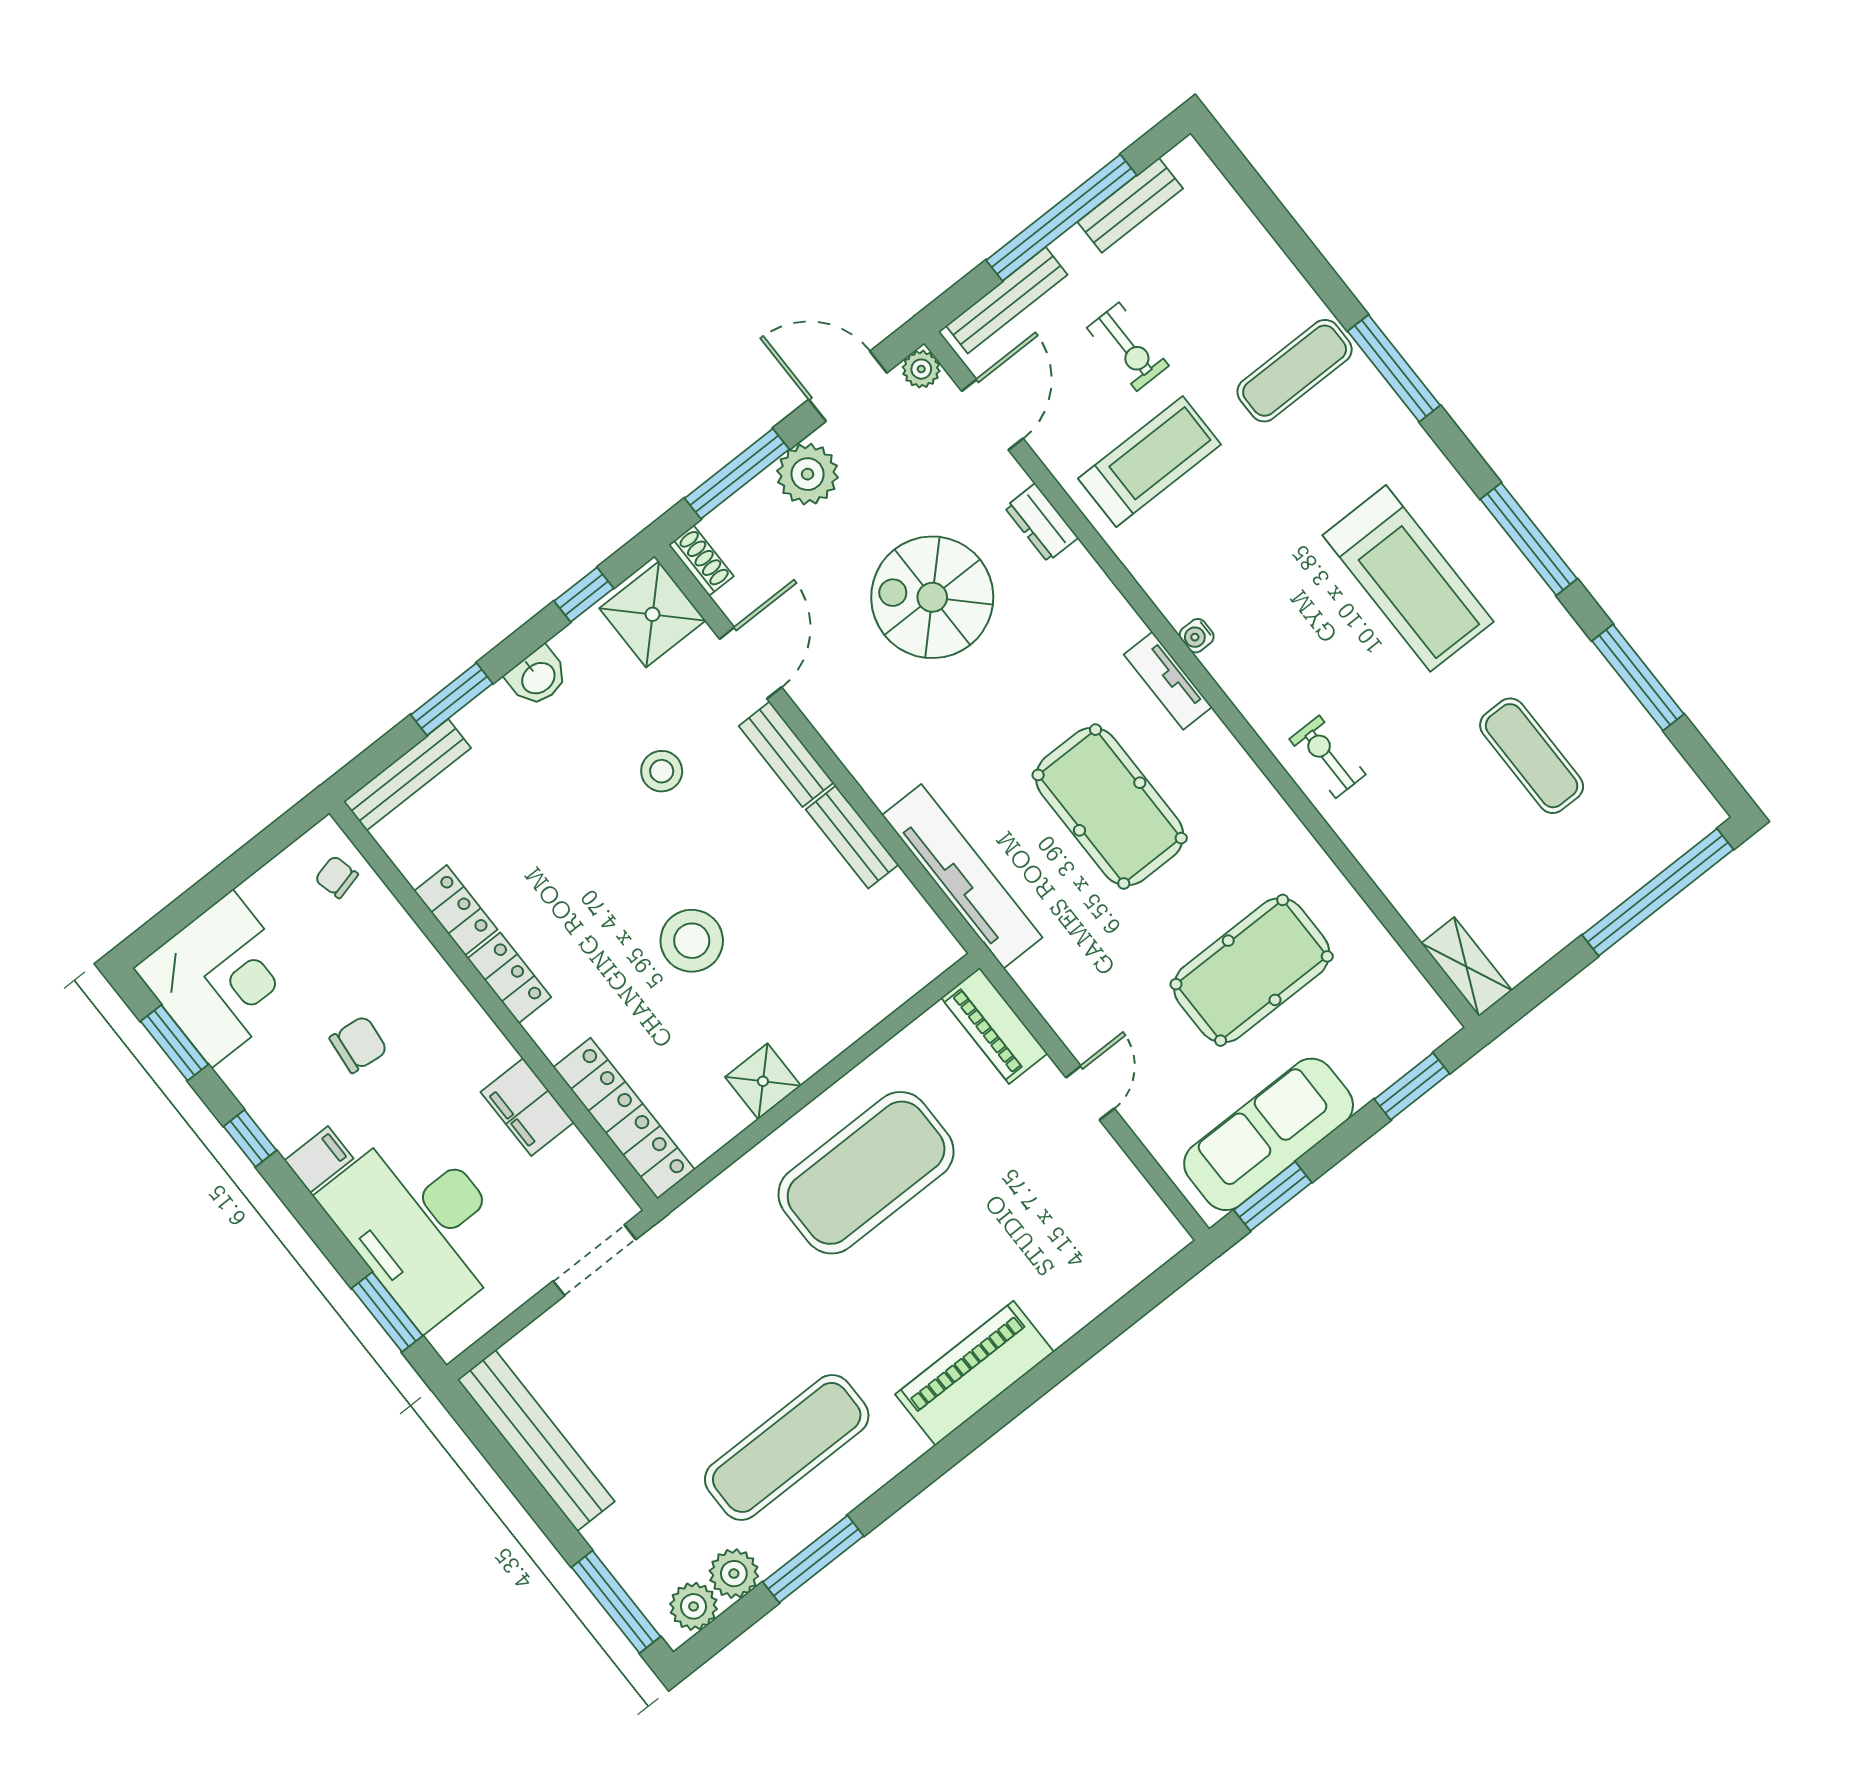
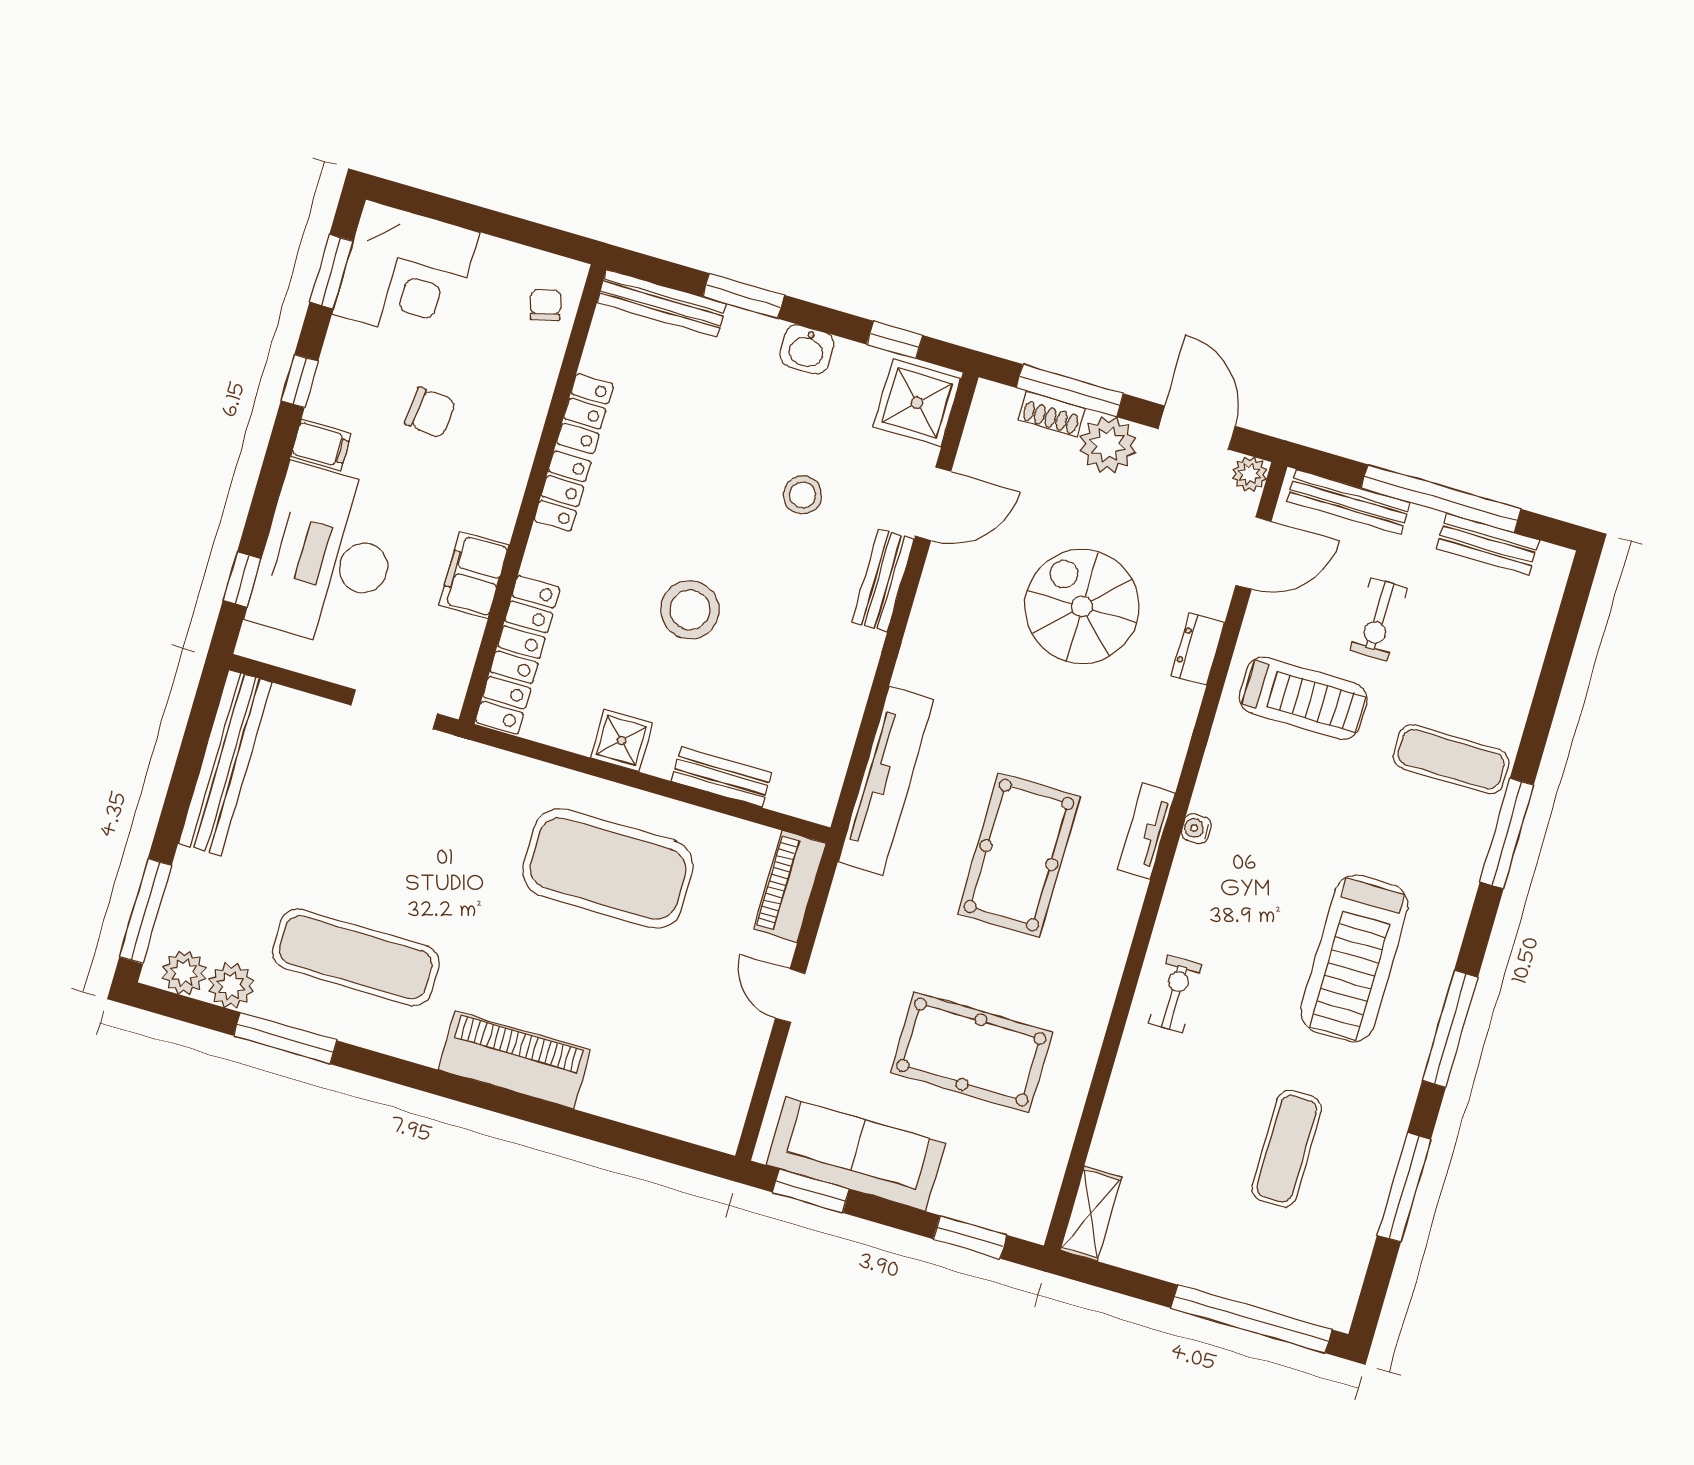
shoe rack: (701, 561) -> (1052, 414), moved, turned 90
bench: (852, 837) -> (721, 777), moved, turned 90
door: (1090, 1093) -> (790, 996), swing flipped
window: (387, 1312) -> (242, 580), width x0.67

